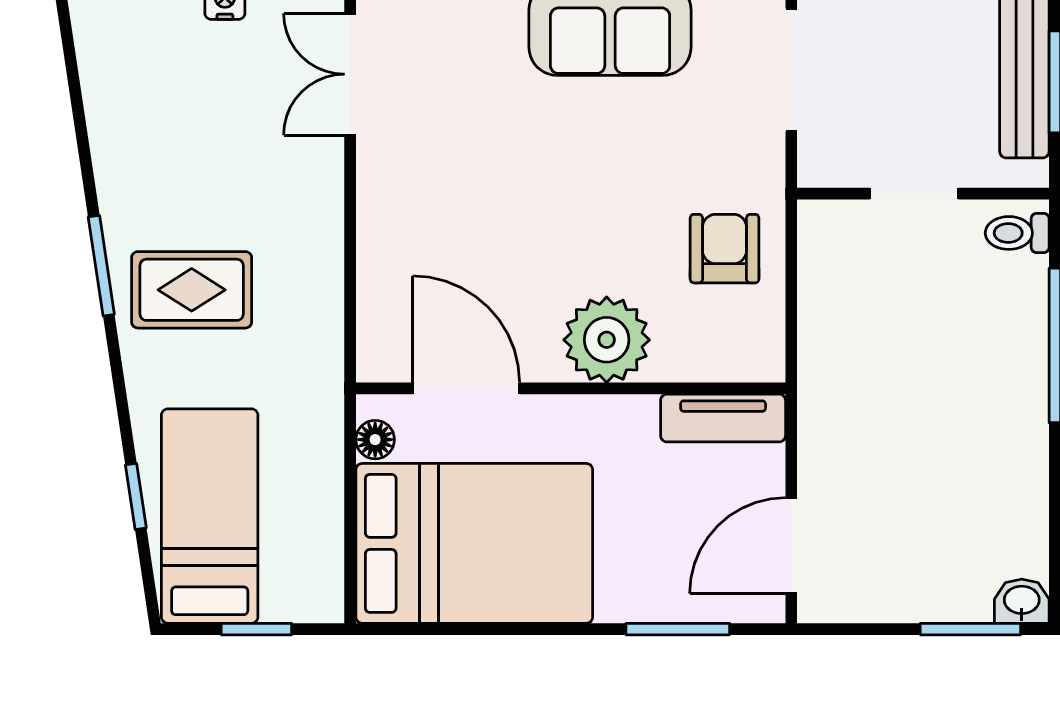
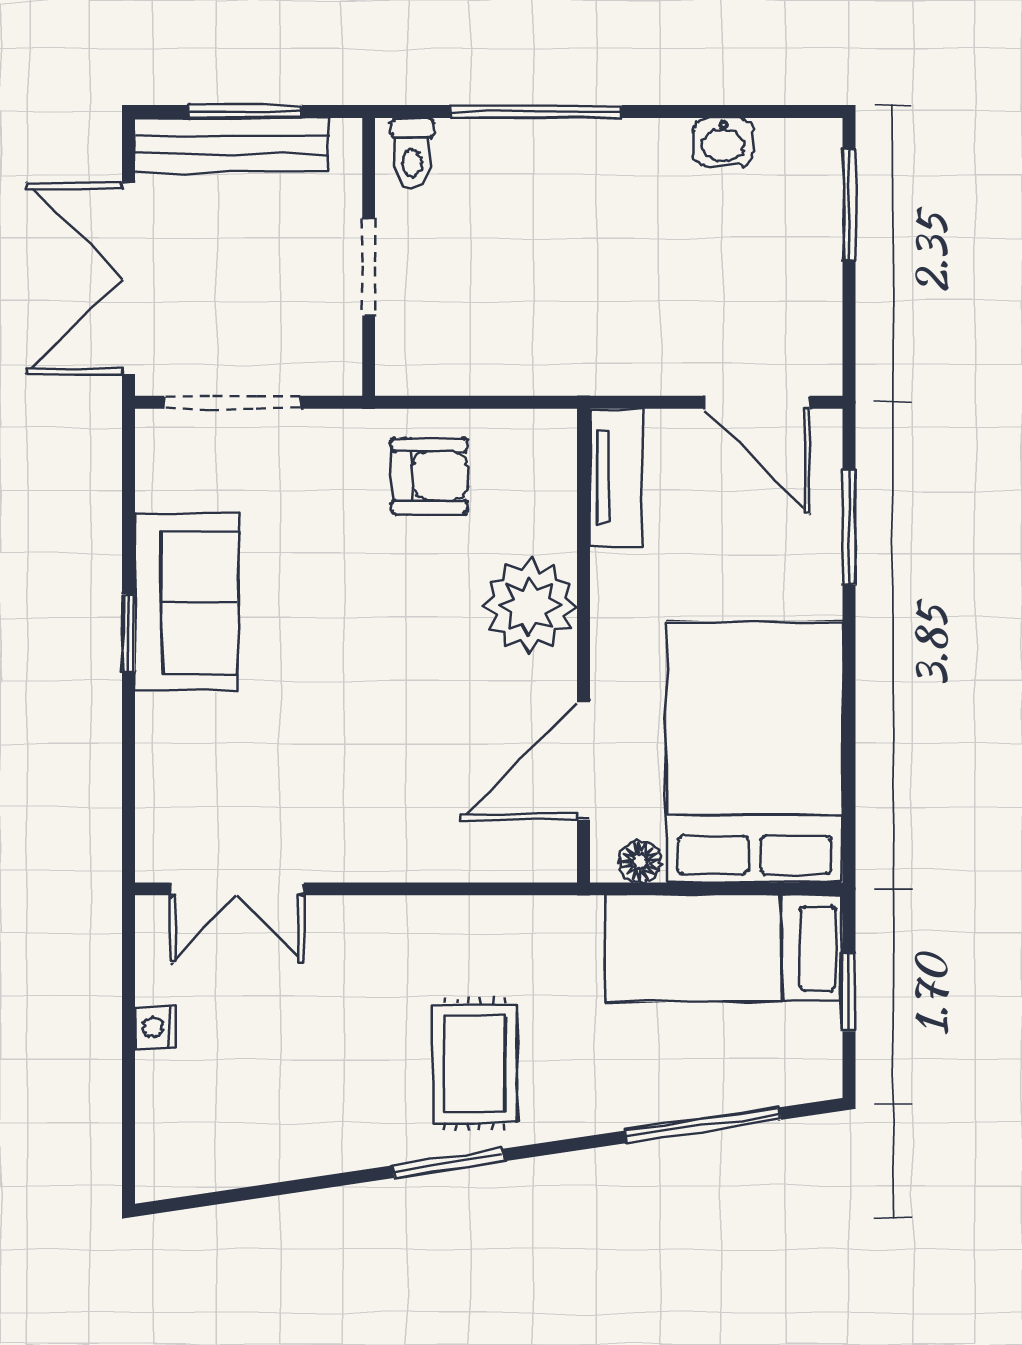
armchair: (725, 249) -> (429, 476), turned 180
window: (136, 496) -> (703, 1125), width x2.17
bed: (210, 516) -> (724, 948), moved
washbasin: (1022, 601) -> (723, 142), moved, turned -90

